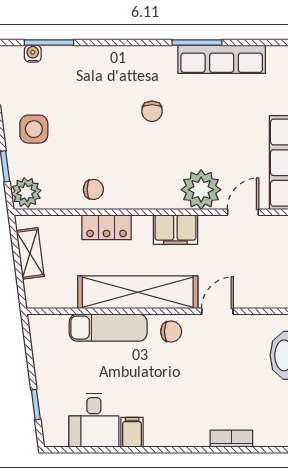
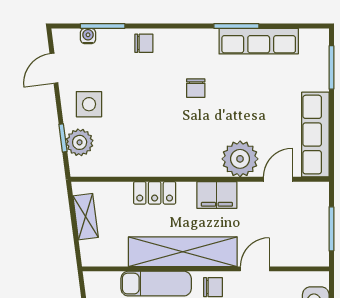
chair: (93, 189) -> (144, 43), moved
plant: (26, 192) -> (80, 142), moved

